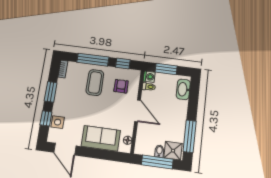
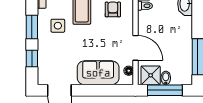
door: (137, 111) -> (135, 48), moved
side table: (58, 122) -> (58, 26), moved
shower: (173, 151) -> (151, 75), moved

